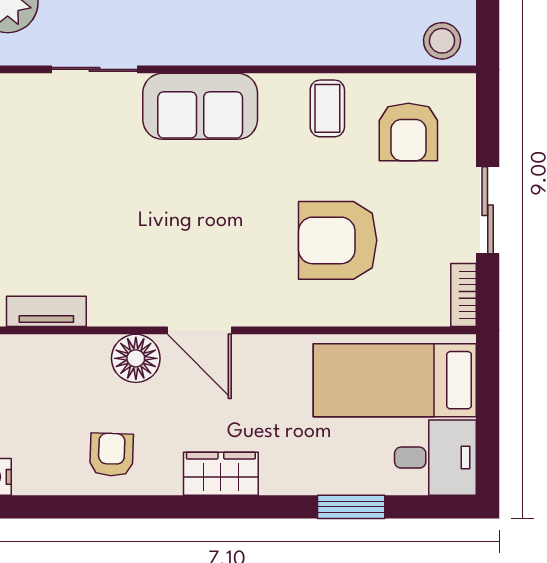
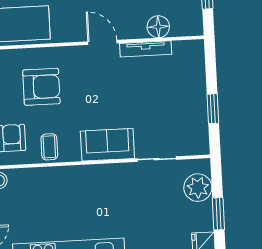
tv unit: (46, 311) -> (146, 49), moved, width x1.41
floor lamp: (136, 358) -> (158, 27), moved

